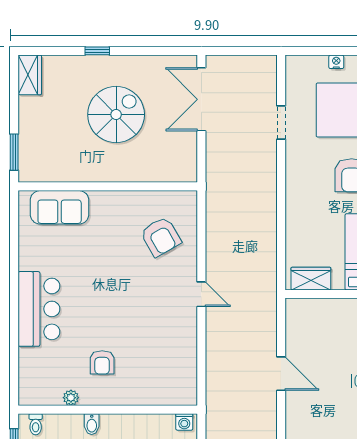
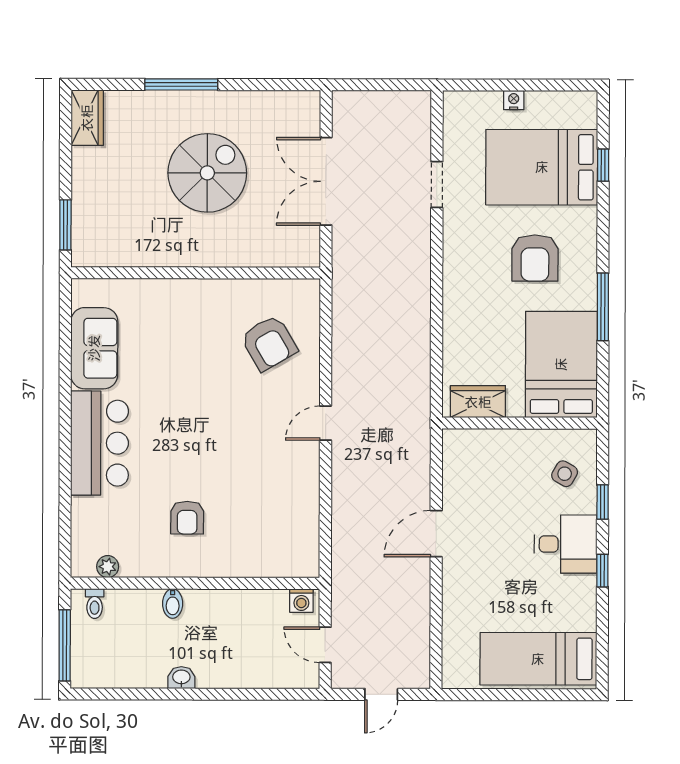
window: (97, 51) -> (181, 84), width x2.17
double door: (201, 99) -> (326, 181), moved
sofa: (60, 207) -> (94, 348), moved, turned -90
door: (201, 294) -> (326, 423), swing flipped
door: (281, 374) -> (436, 534), swing flipped
plant: (71, 398) -> (108, 567), moved

